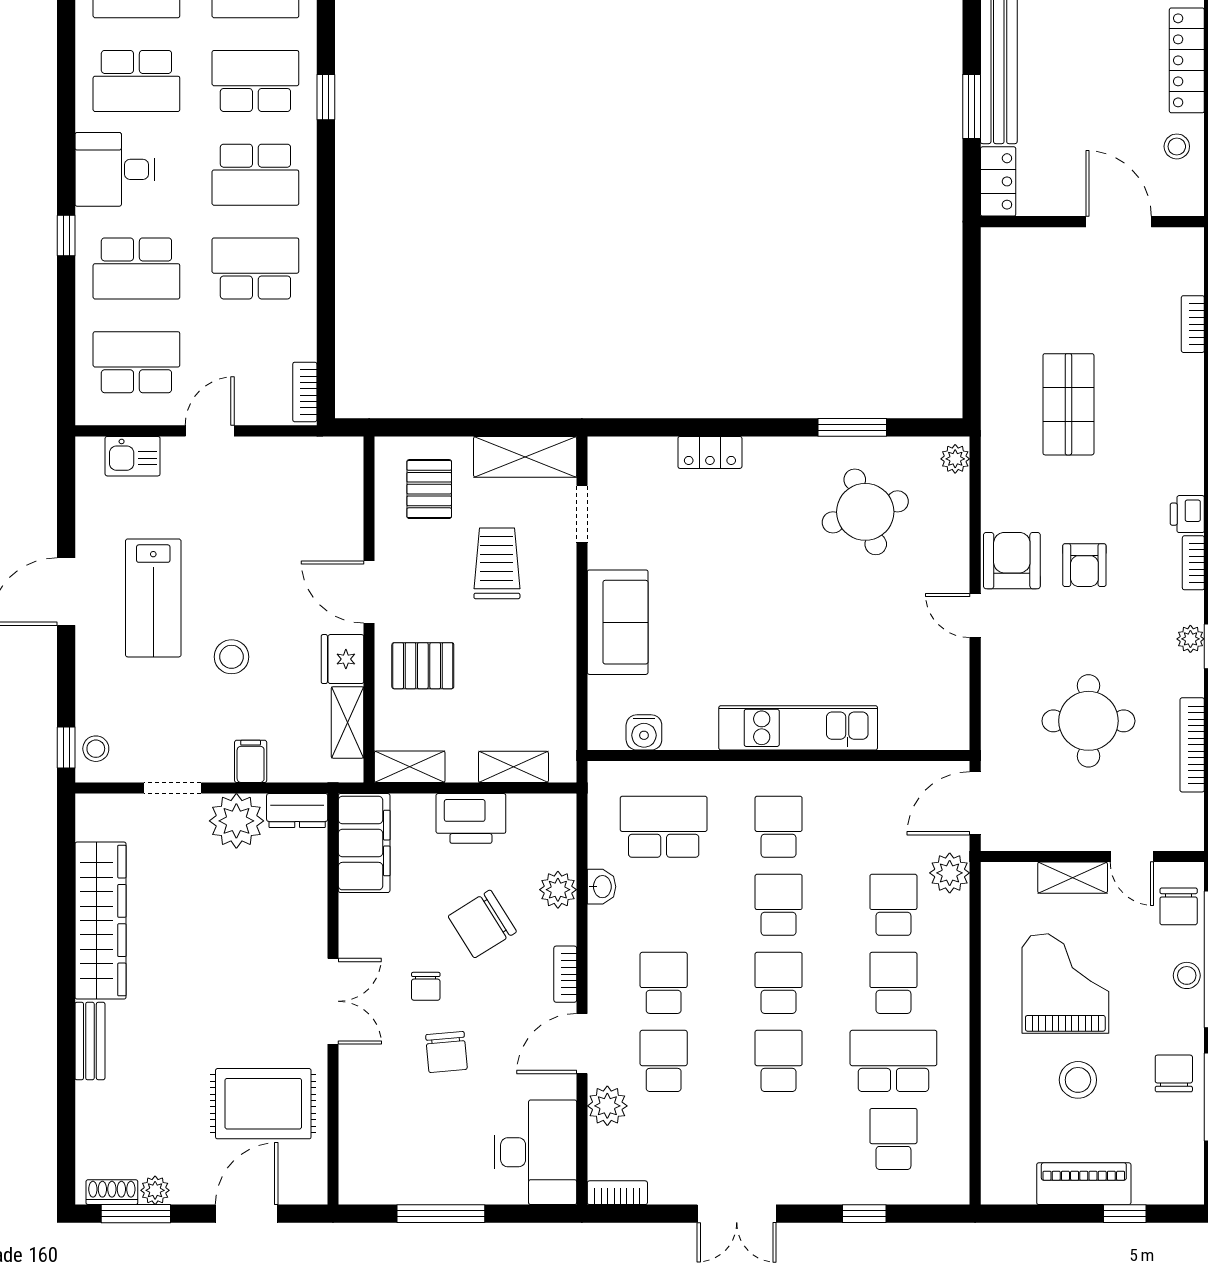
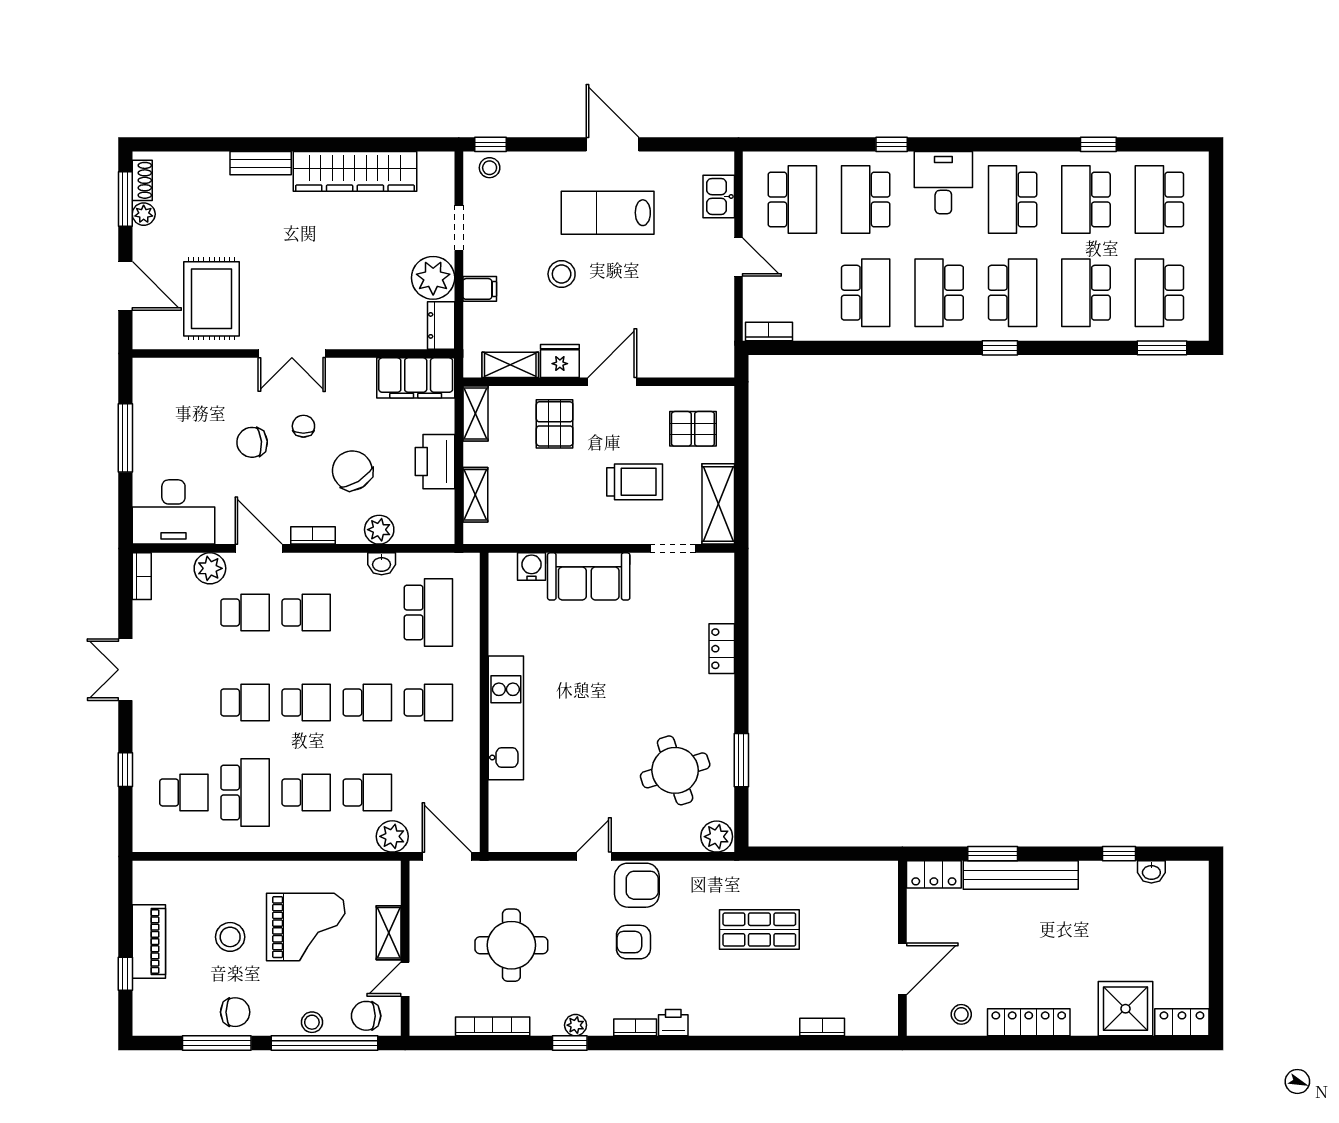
plant: (955, 459) -> (717, 837), width x1.38, depth x1.38
water cooler: (644, 732) -> (532, 567), moved, turned 90
chair: (426, 986) -> (303, 426), turned 90

